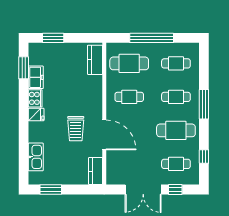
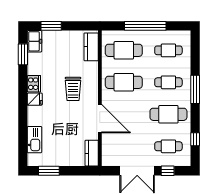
freezer: (36, 77) -> (35, 41), moved
cafe table: (129, 97) -> (124, 82), width x1.37, depth x1.35
trolley: (76, 129) -> (73, 89), moved

